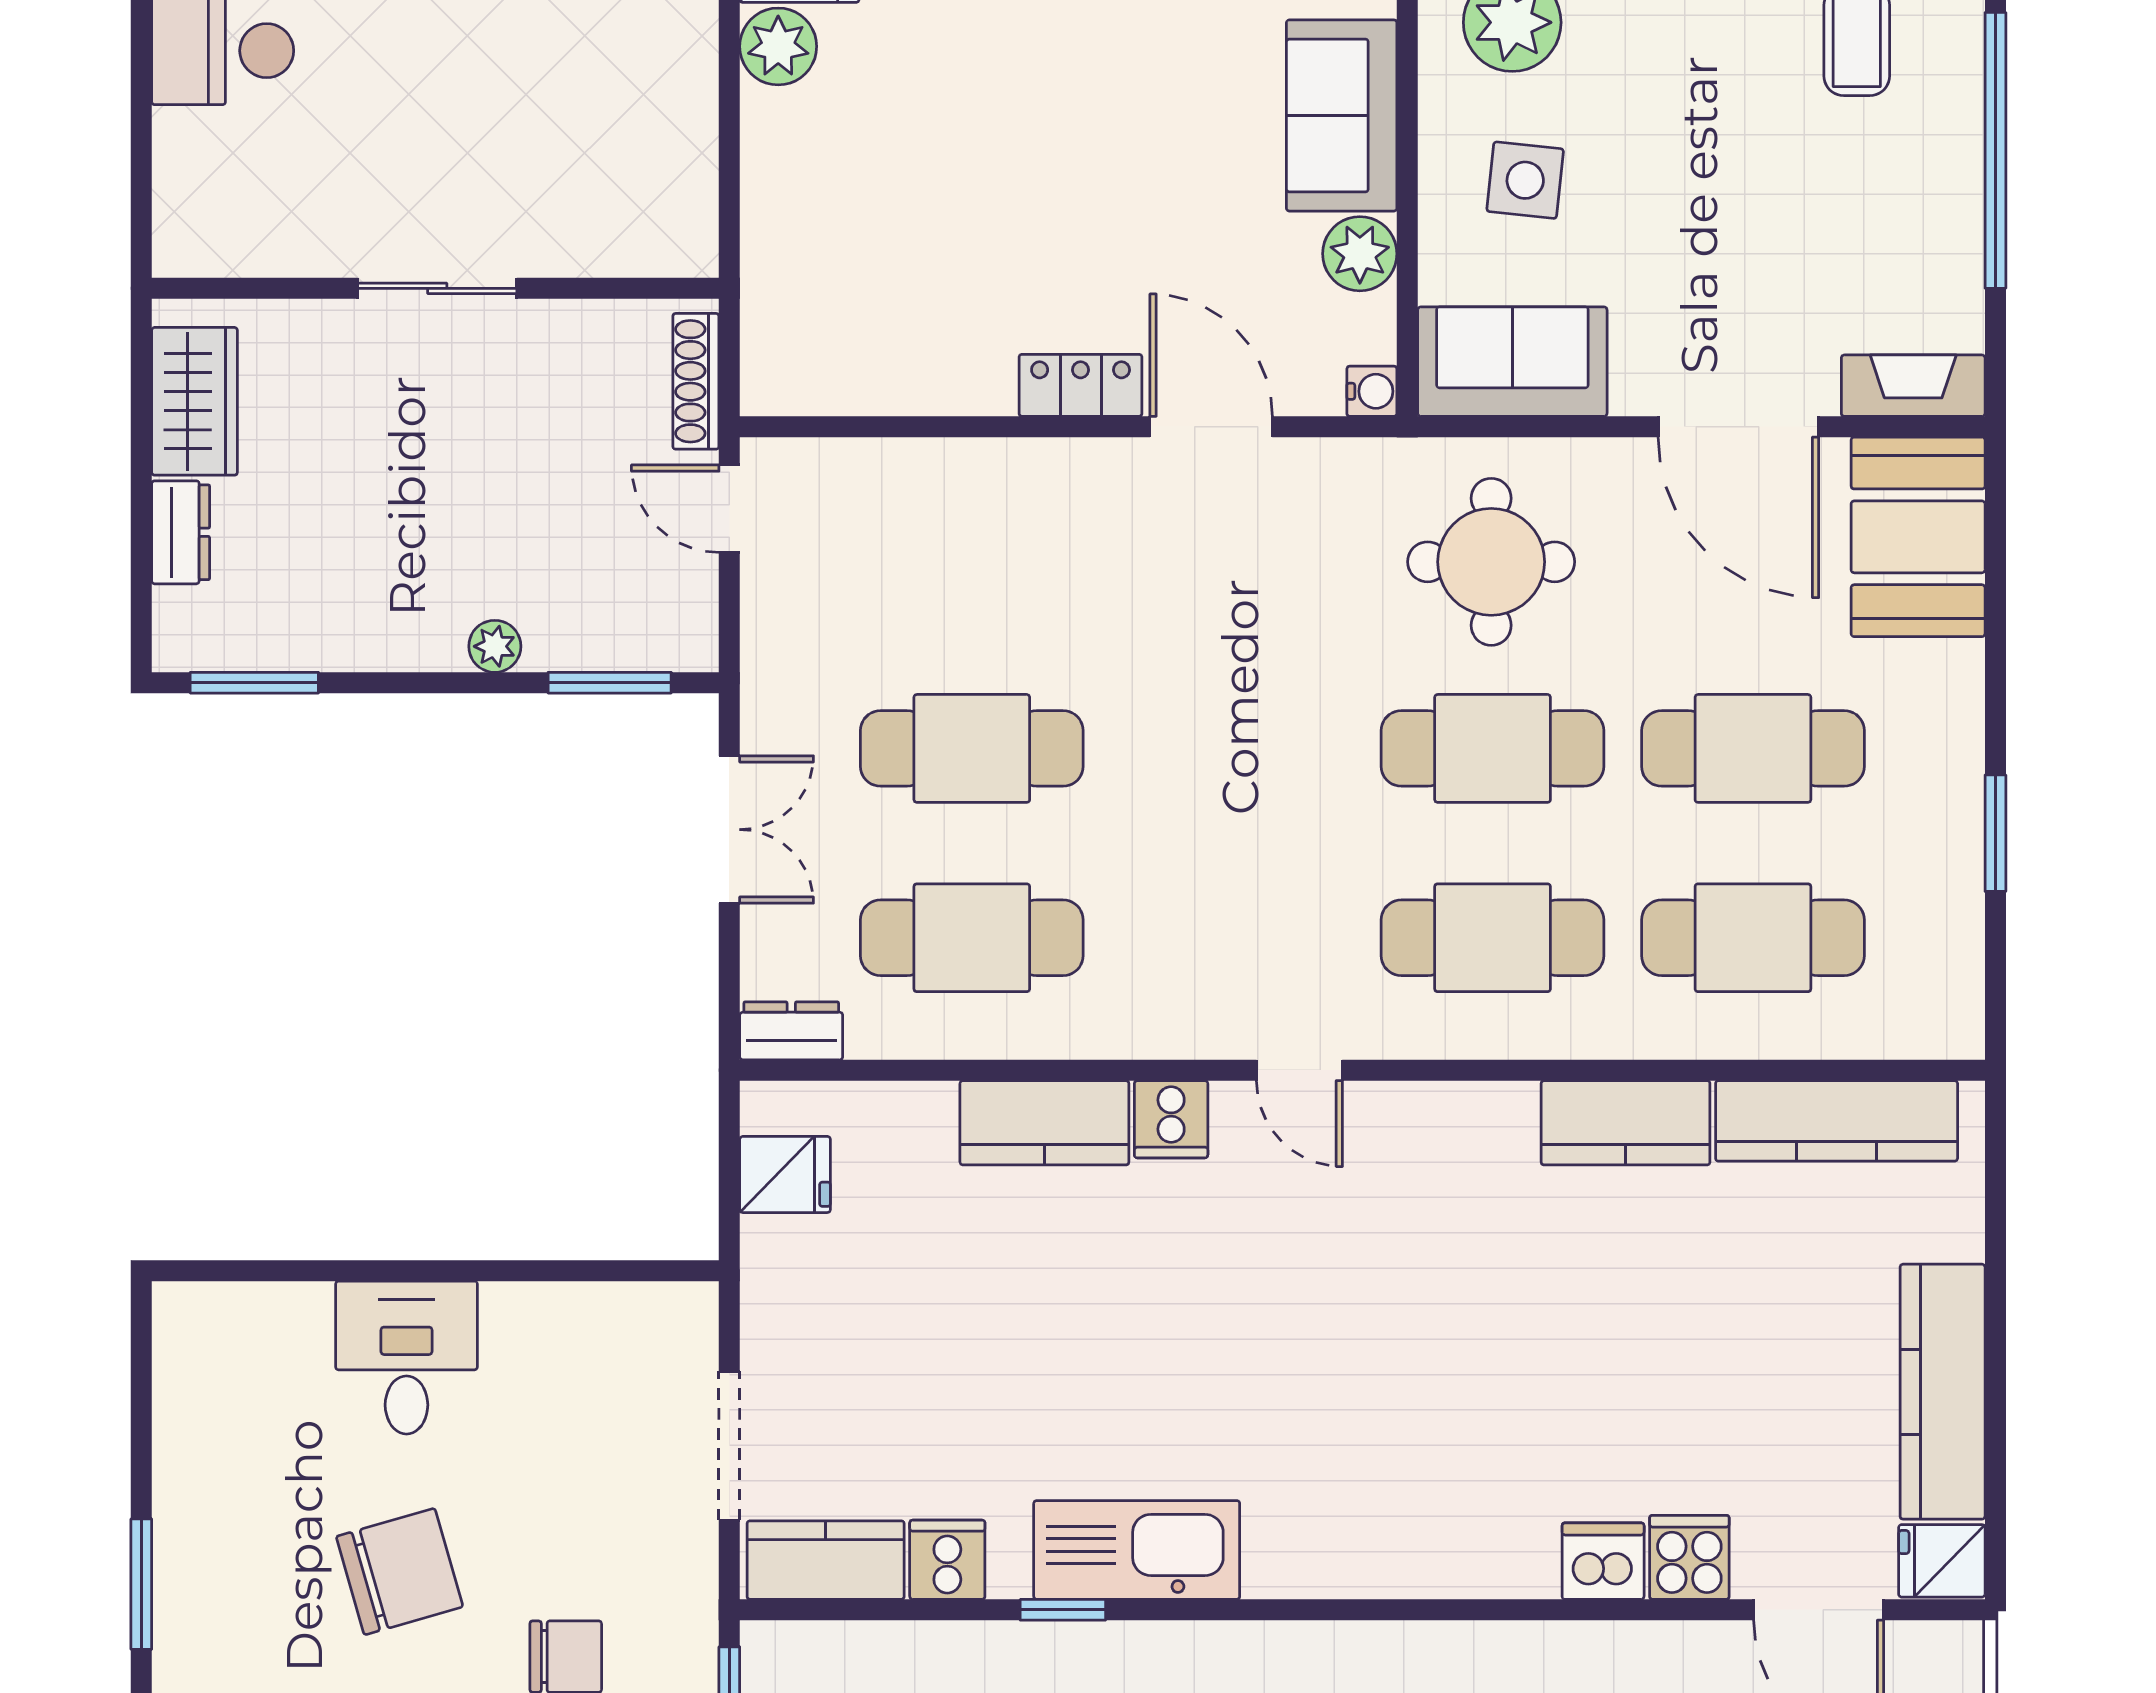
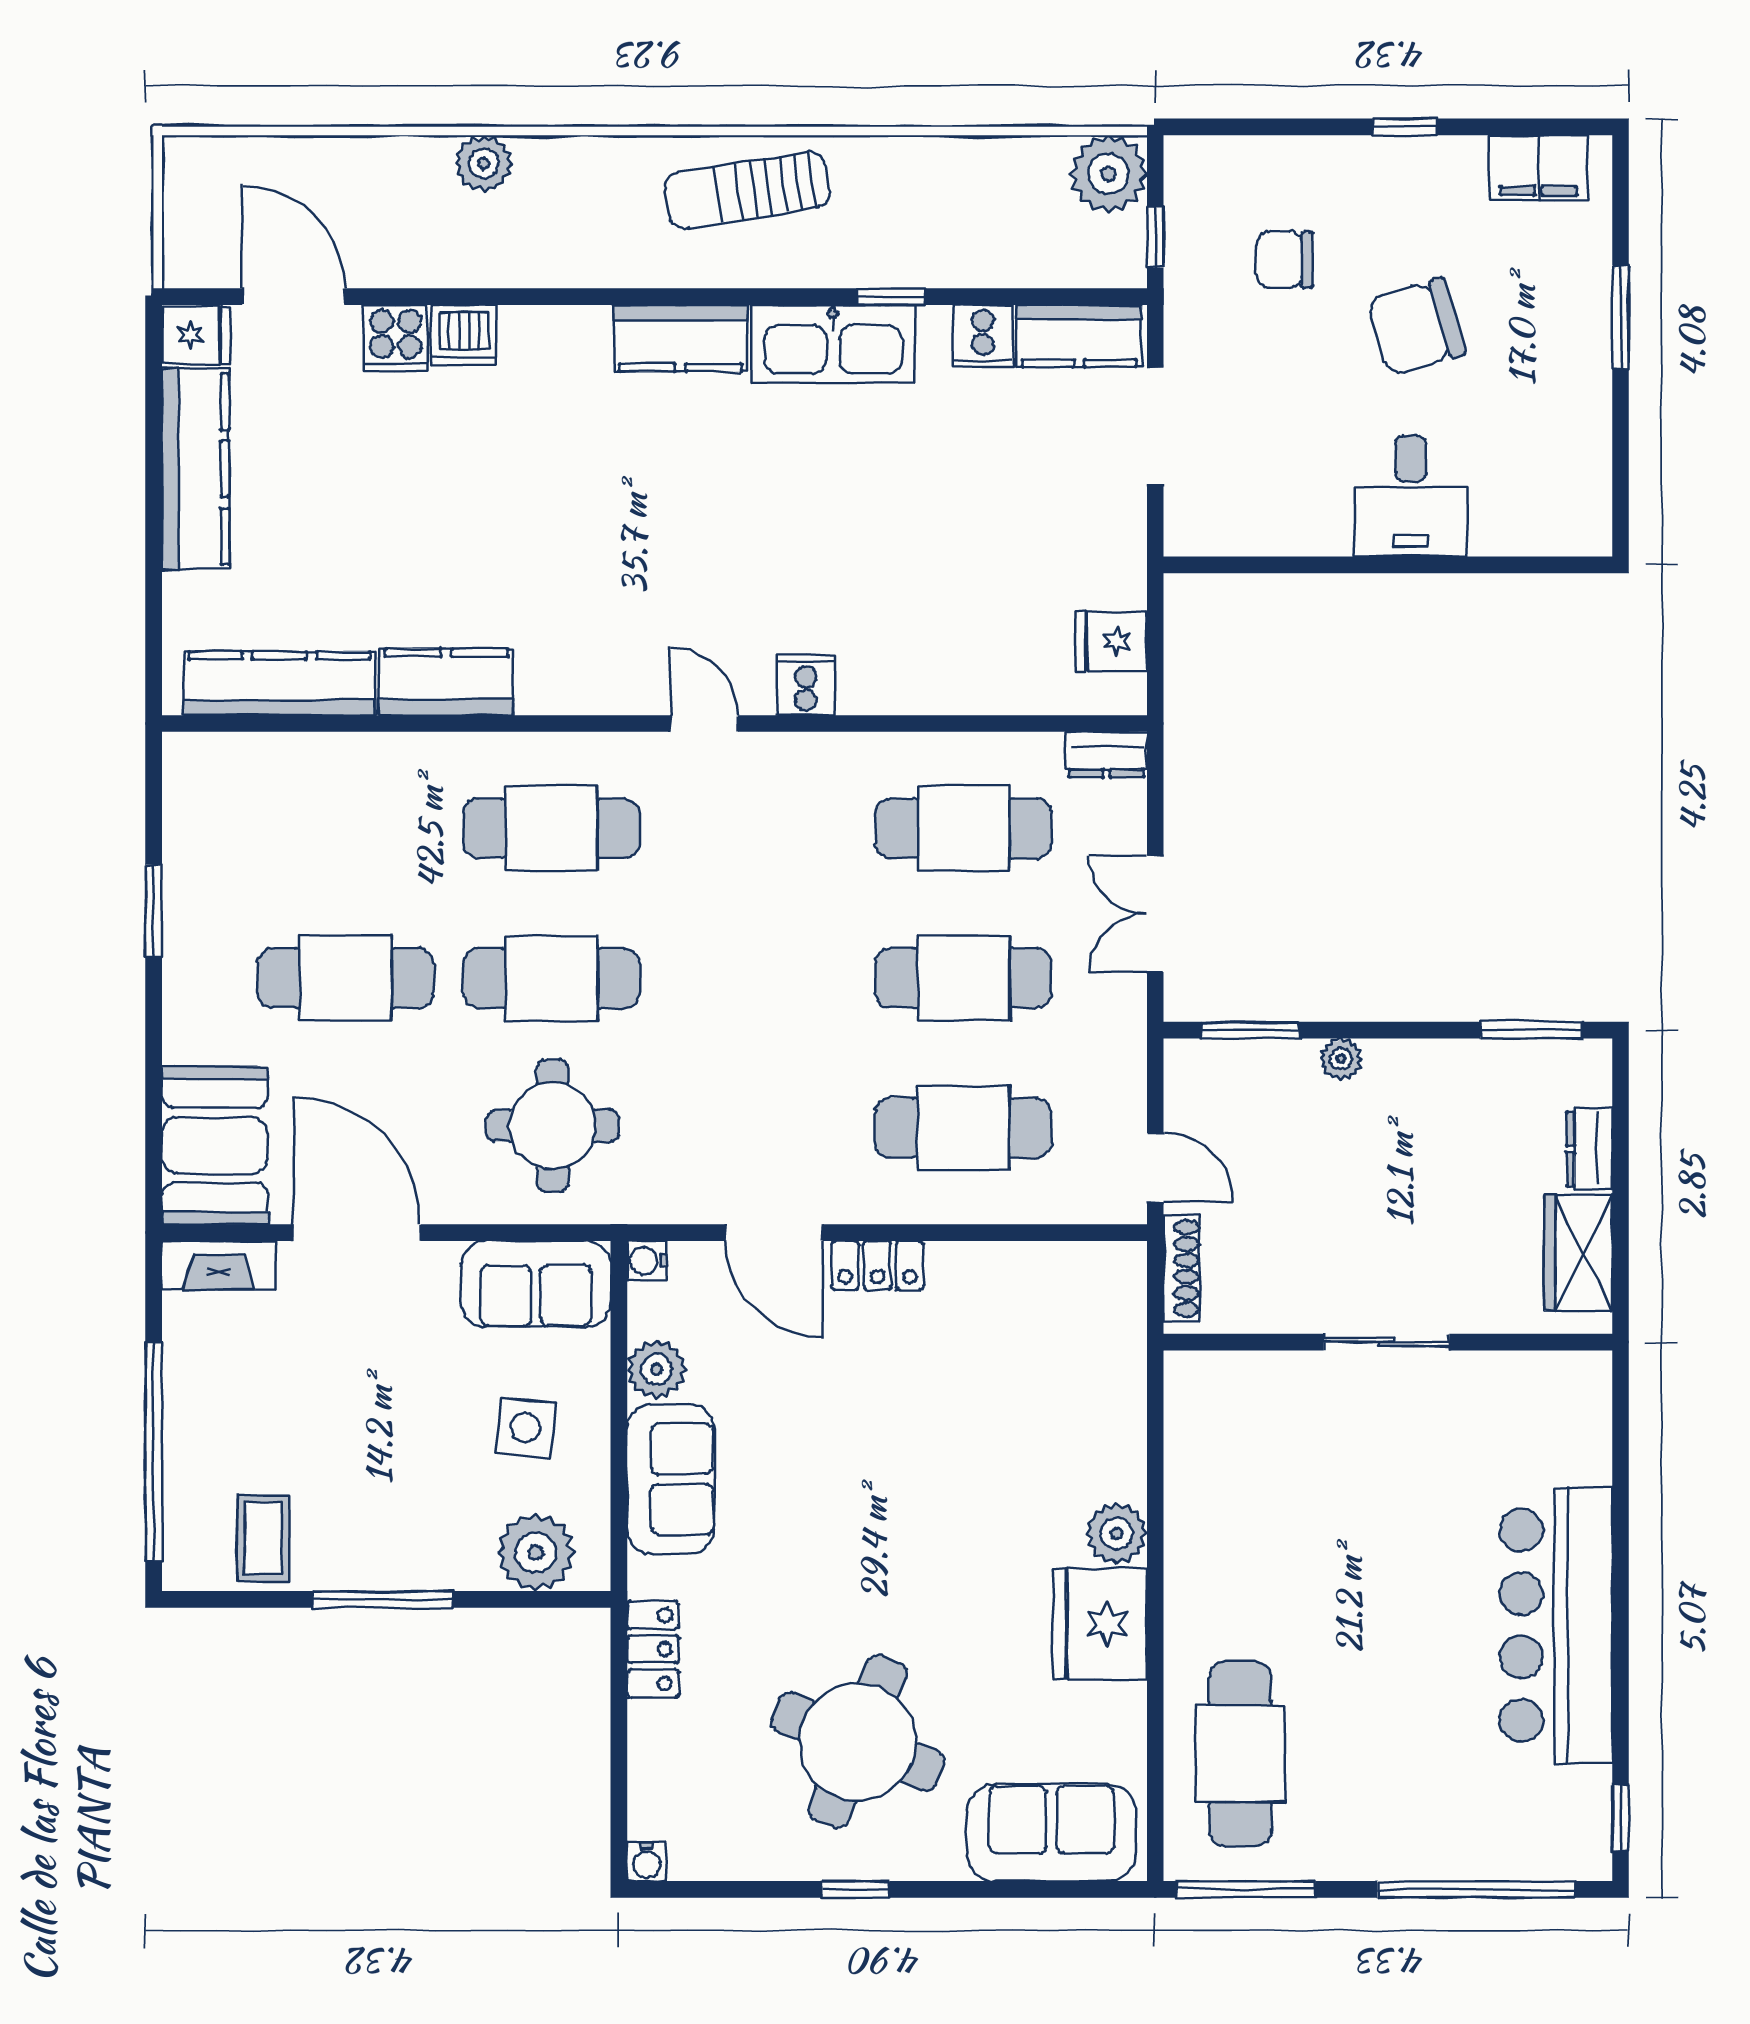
cafe table: (1753, 938) -> (963, 1128), moved
kitchen counter: (1044, 1123) -> (680, 338), moved, turned 180

